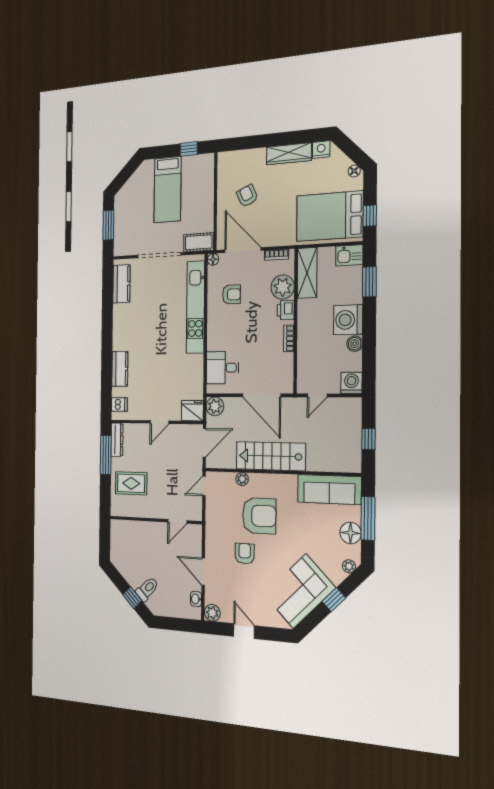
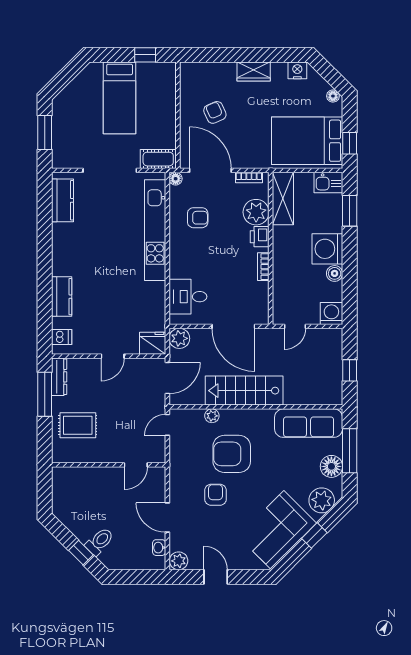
wardrobe: (289, 154) -> (254, 71), width x0.67
armchair: (259, 516) -> (232, 454), turned 180
plant: (349, 566) -> (322, 500), width x1.88, depth x1.88

